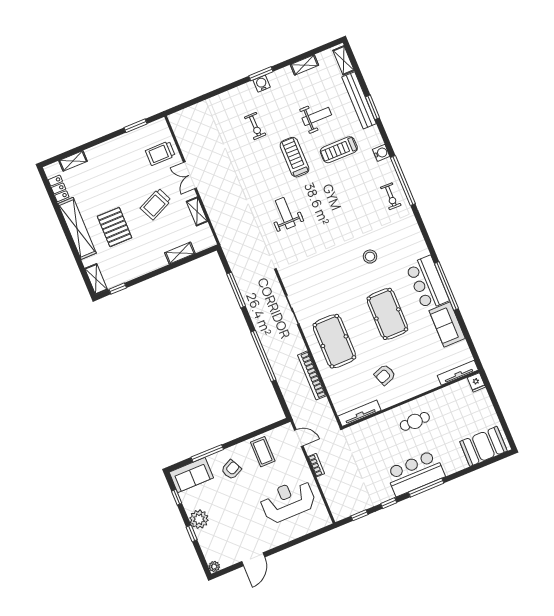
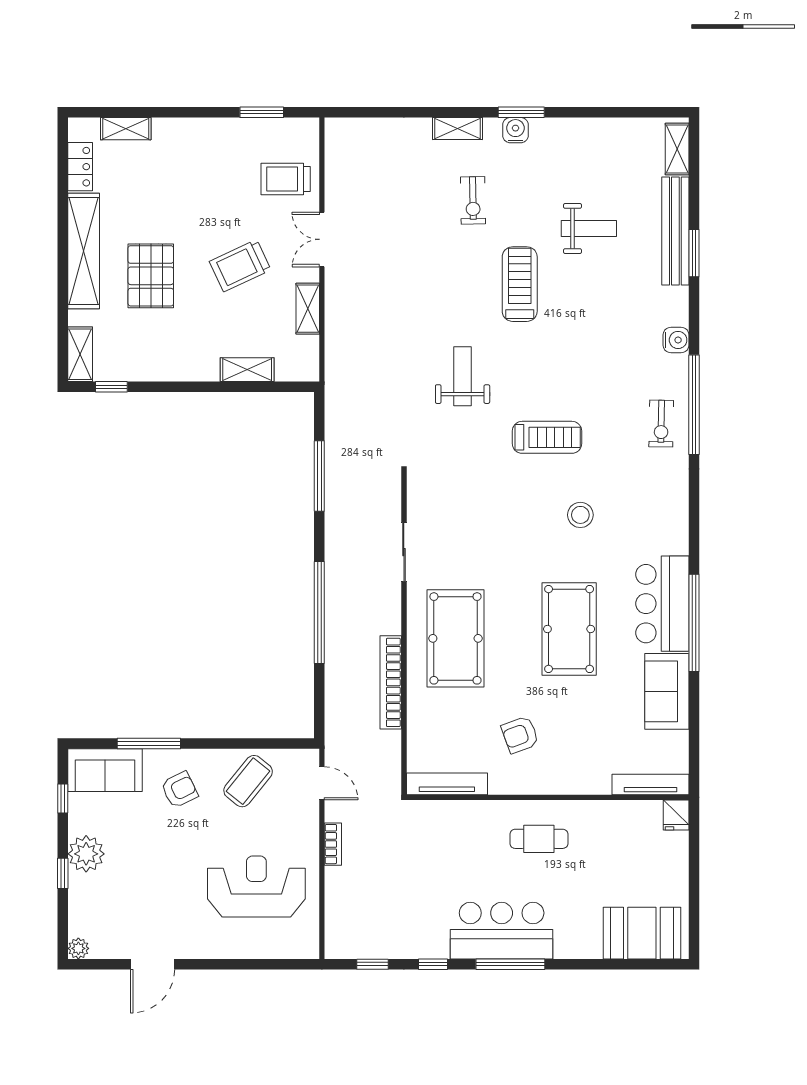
shelving: (304, 65) -> (457, 129), moved
treadmill: (339, 150) -> (547, 437), moved, turned 180
coffee table: (263, 452) -> (248, 781), turned 39

